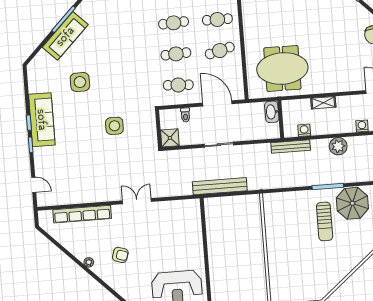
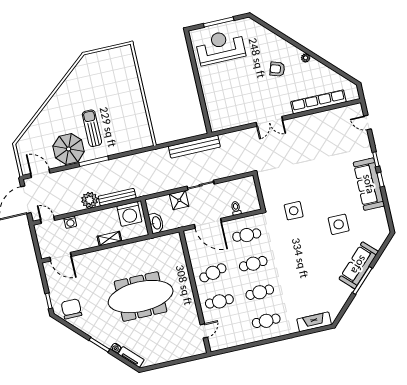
meeting table: (282, 68) -> (141, 297), moved, width x1.36
side table: (114, 126) -> (294, 211), moved
washing machine: (304, 130) -> (129, 214), width x1.89, depth x1.89
shower: (170, 138) -> (179, 200), moved
bench: (291, 147) -> (117, 197), moved

